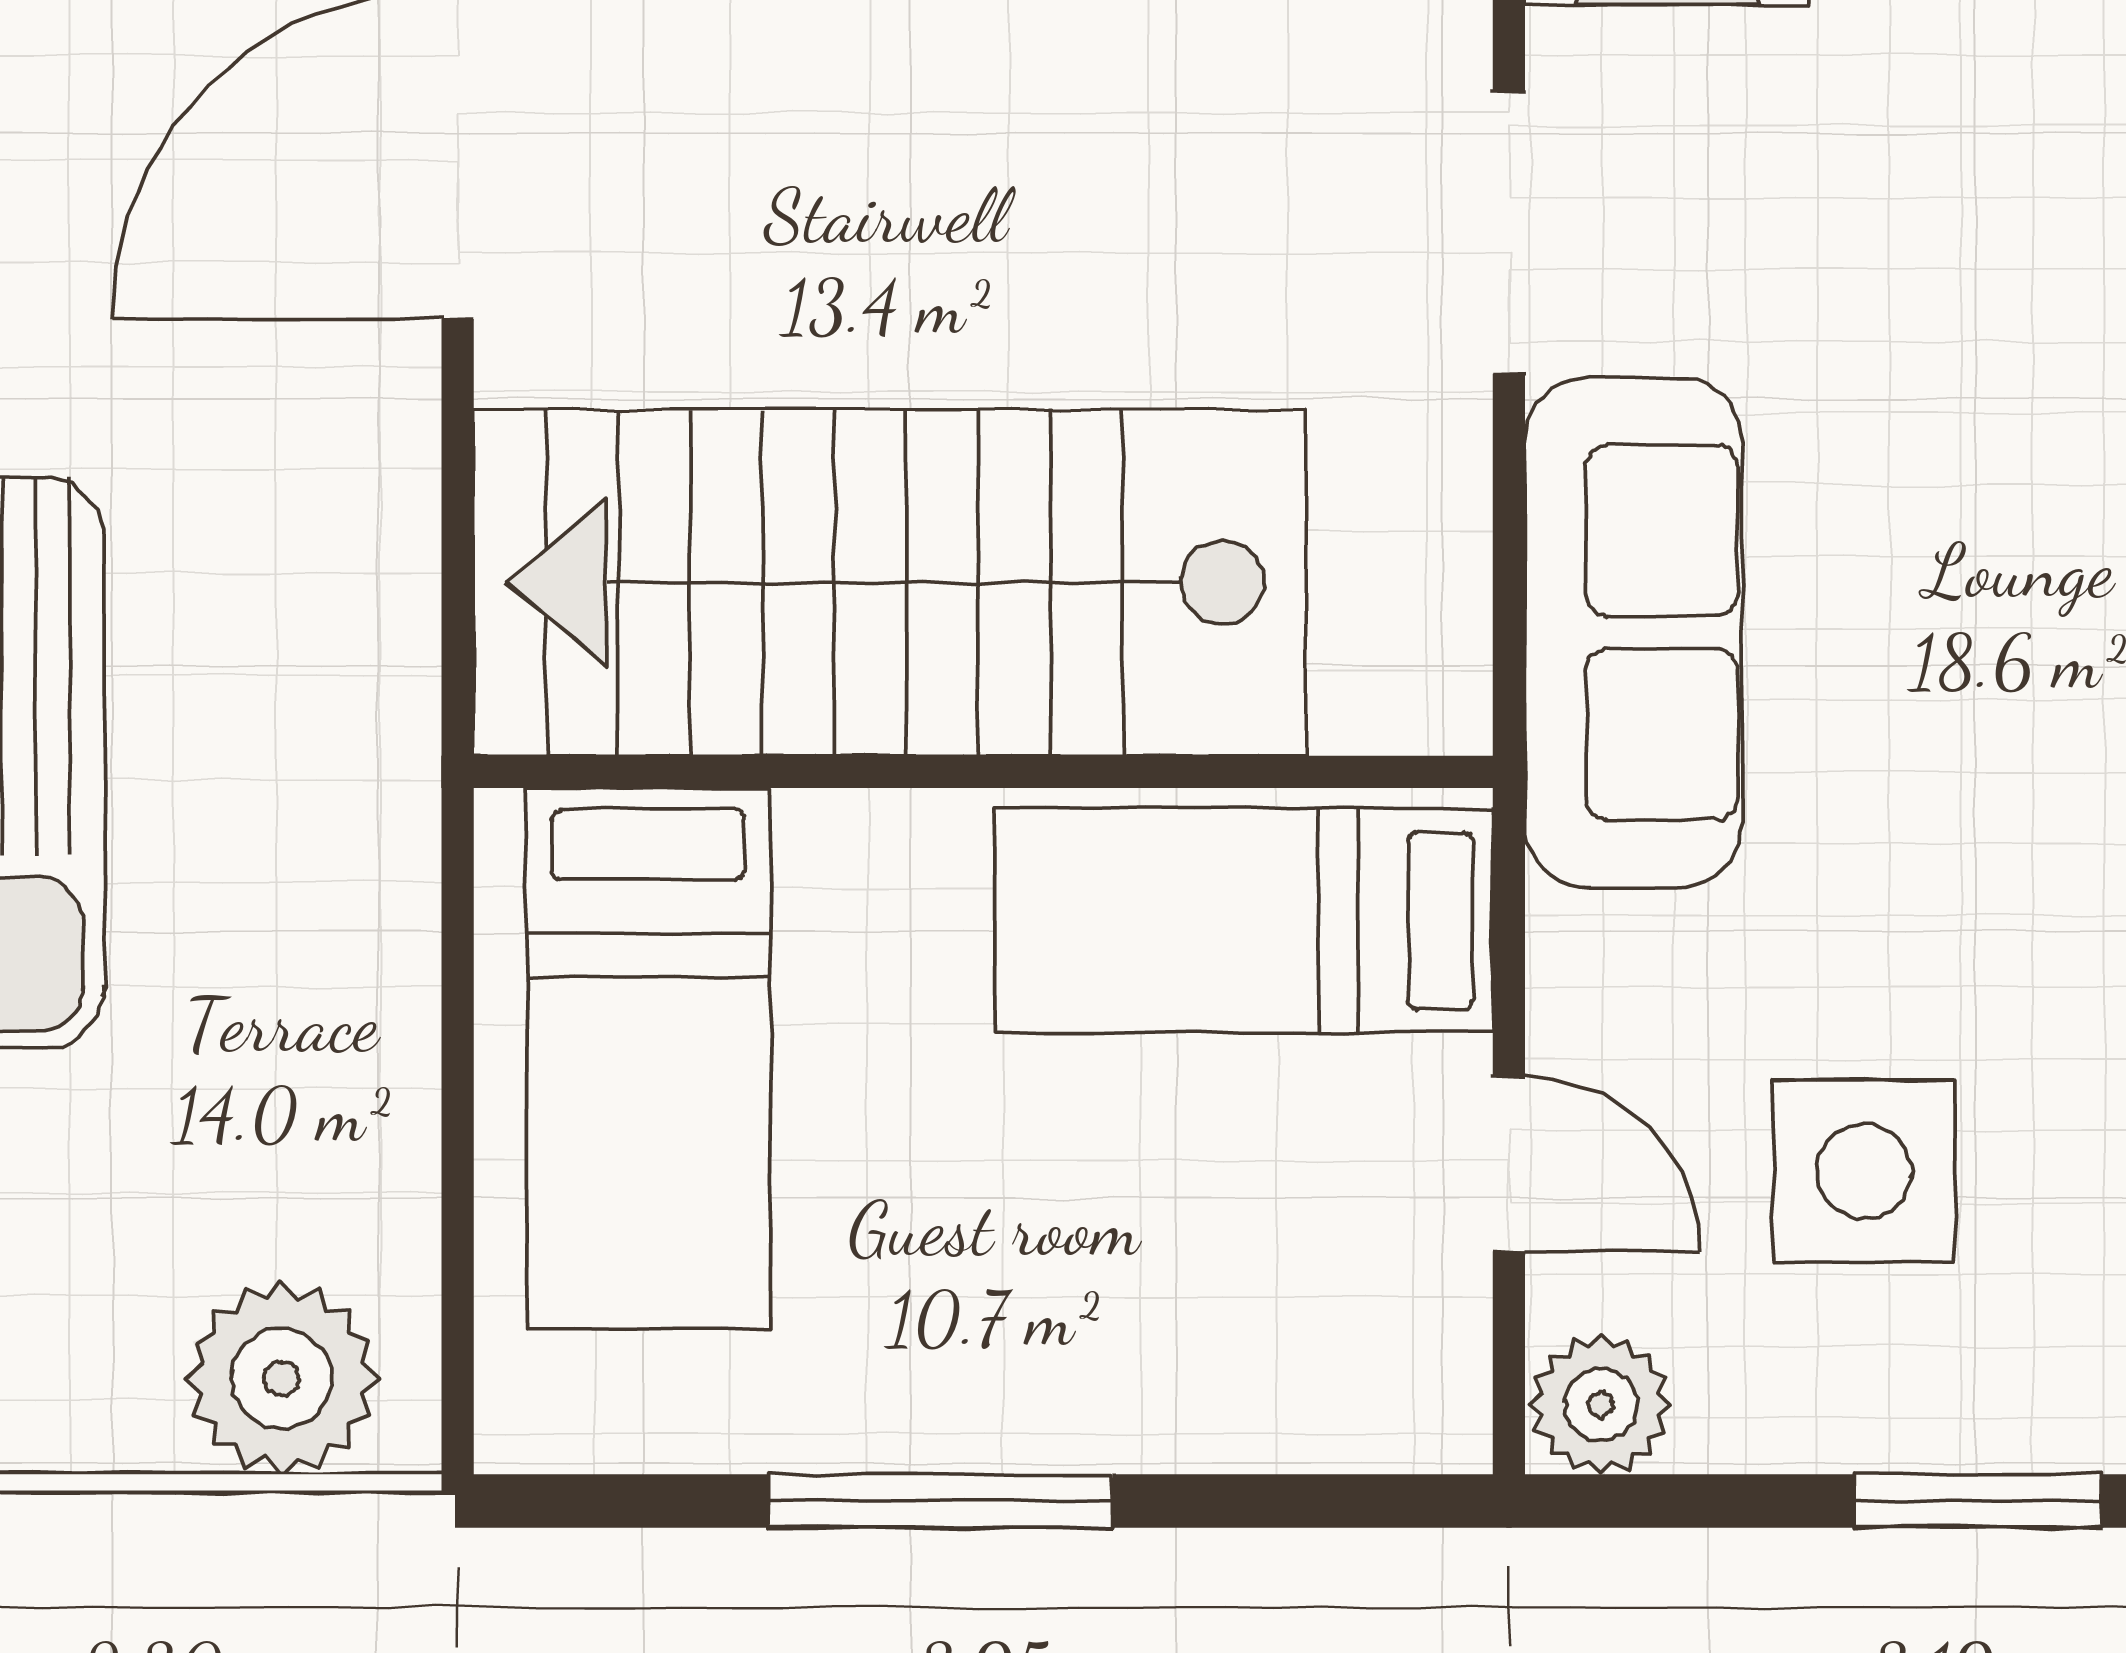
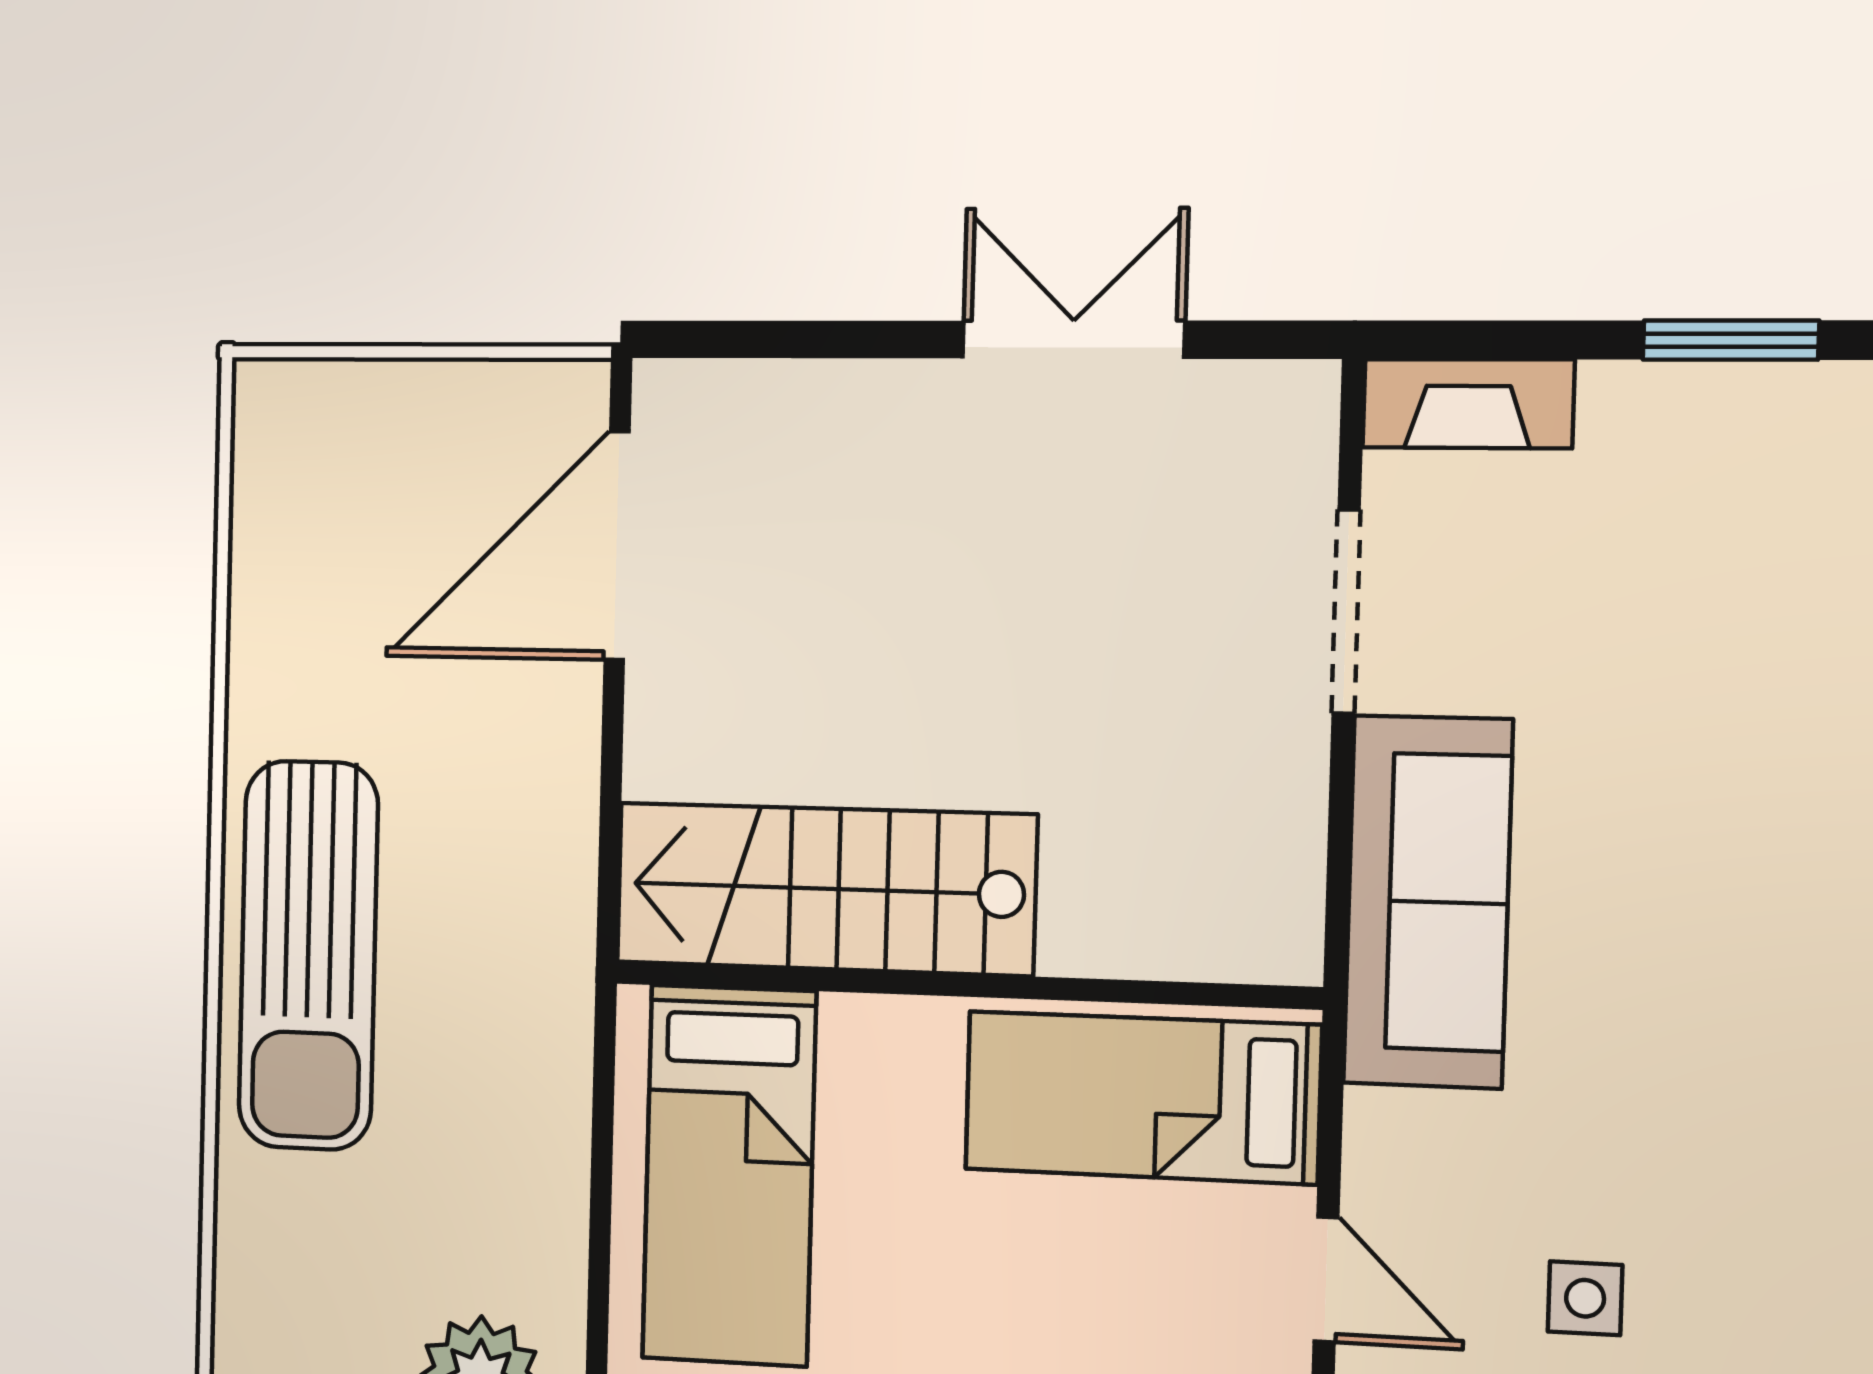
stairs: (890, 583) -> (825, 889), width x0.73, depth x0.66
side table: (1864, 1171) -> (1585, 1298), width x0.54, depth x0.54

